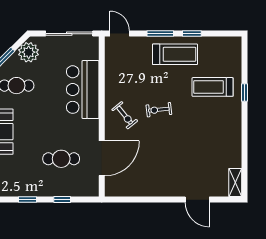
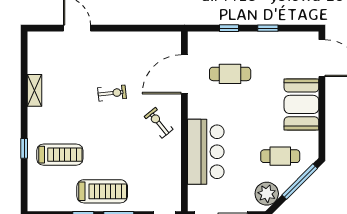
treadmill: (175, 54) -> (102, 191), turned 180
exercise bike: (159, 110) -> (112, 93), moved
shelving: (235, 182) -> (34, 90), moved

